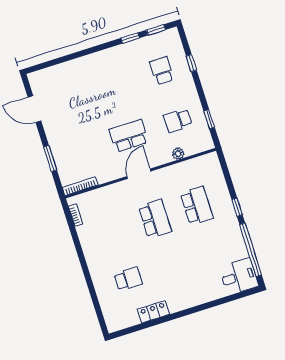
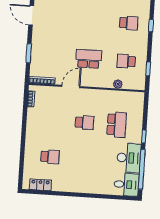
school desk: (162, 71) -> (129, 23), turned 90
door: (139, 174) -> (71, 87), moved
school desk: (155, 219) -> (84, 123), width x0.54
desk: (229, 242) -> (129, 158), added
locker: (153, 312) -> (40, 185), moved

